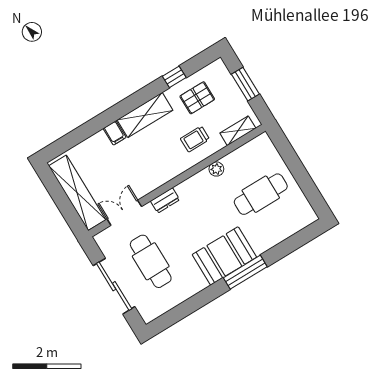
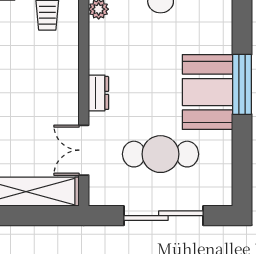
booth: (224, 256) -> (207, 92), moved
window: (245, 272) -> (242, 84), moved

